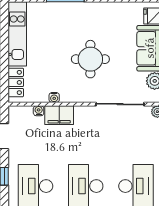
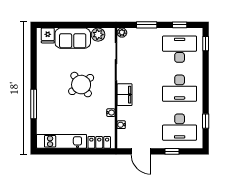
round table: (90, 59) -> (81, 85), turned -37
filing cabinet: (59, 115) -> (125, 95), moved

